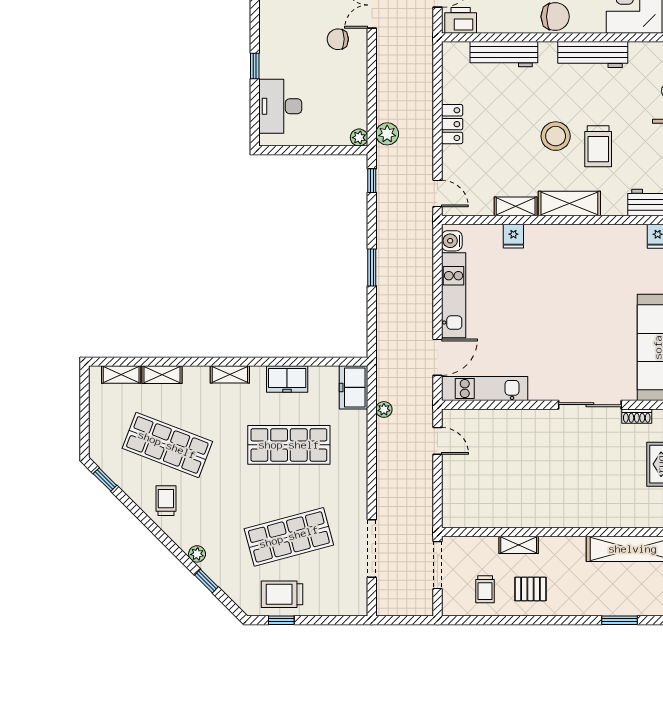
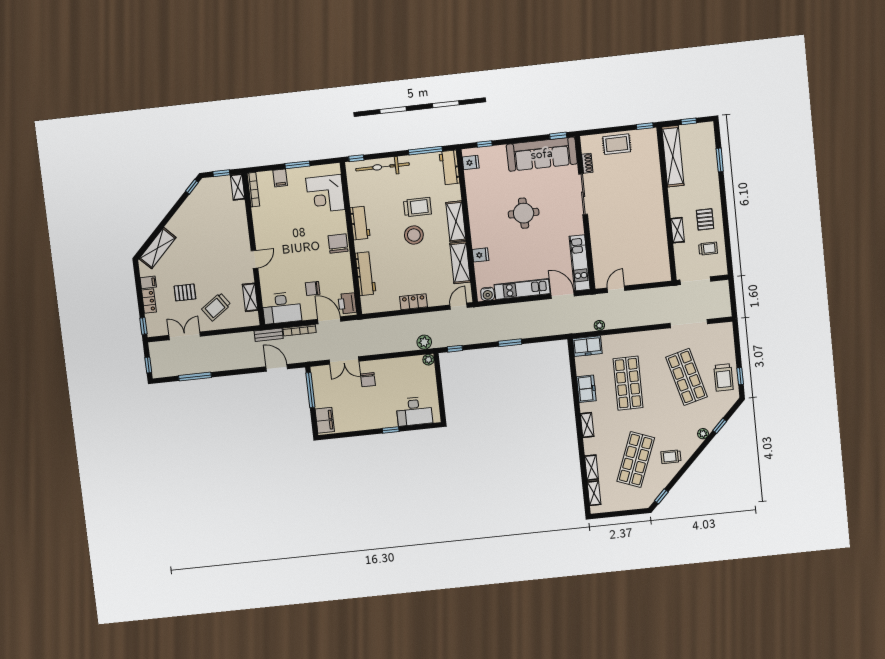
workbench: (593, 55) -> (360, 223), width x0.73
shelving: (516, 206) -> (460, 263), width x1.50, depth x1.33
round table: (571, 310) -> (524, 213), added

